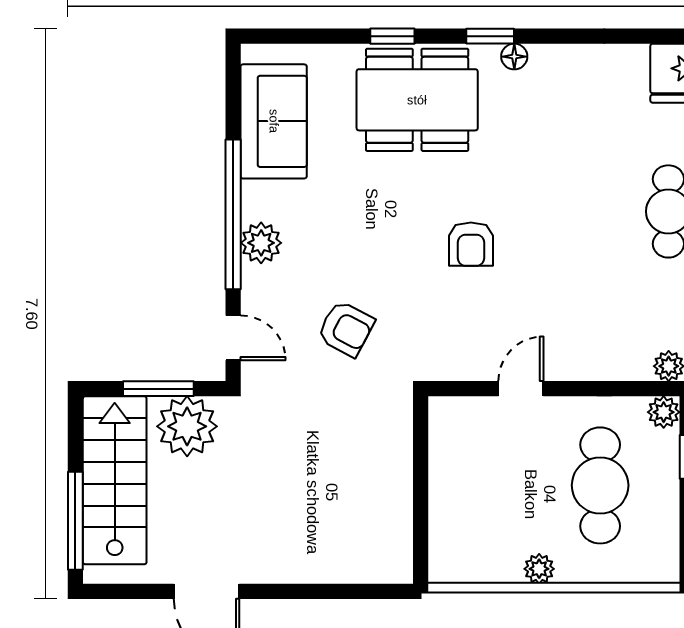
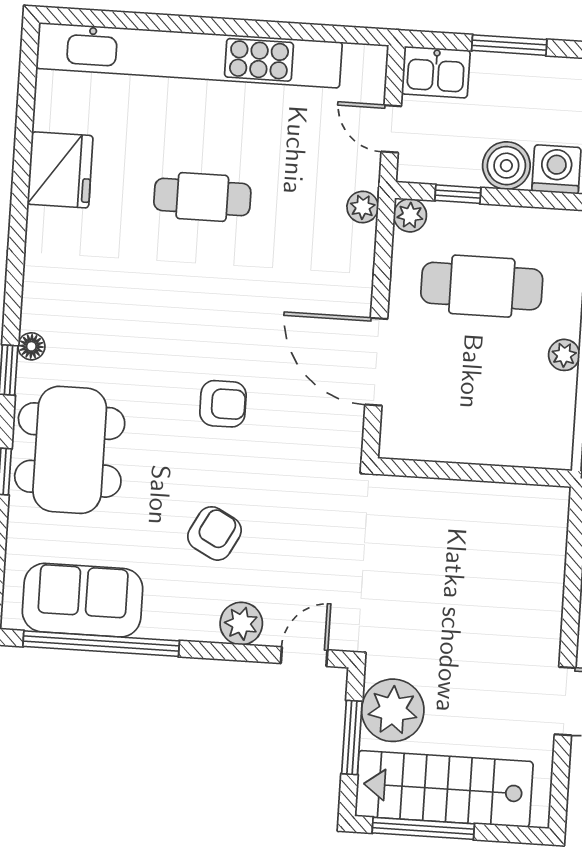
window: (233, 214) -> (101, 644), moved
plant: (261, 243) -> (241, 624), moved
armchair: (346, 329) -> (214, 533), moved
door: (521, 389) -> (376, 362), width x1.88
window: (75, 521) -> (423, 828), moved

